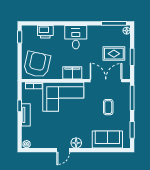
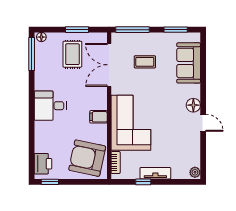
printer: (45, 32) -> (43, 164), moved
filing cabinet: (72, 73) -> (99, 117), width x0.50

